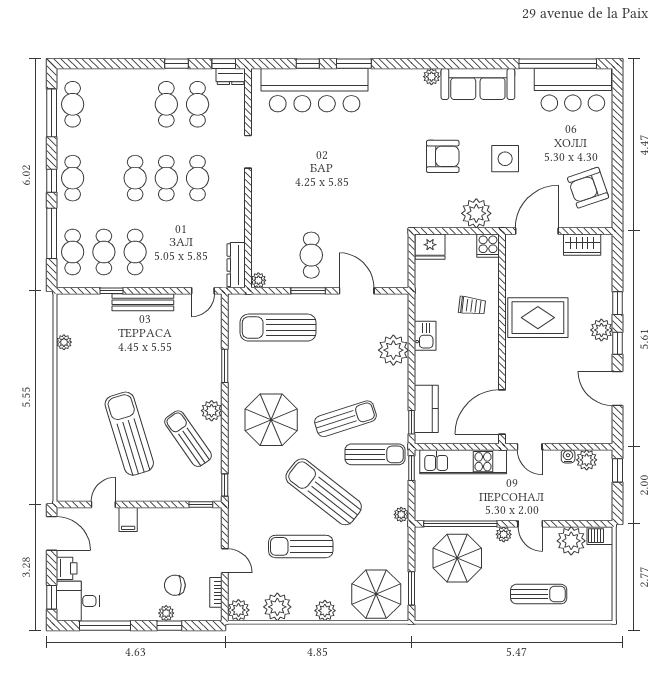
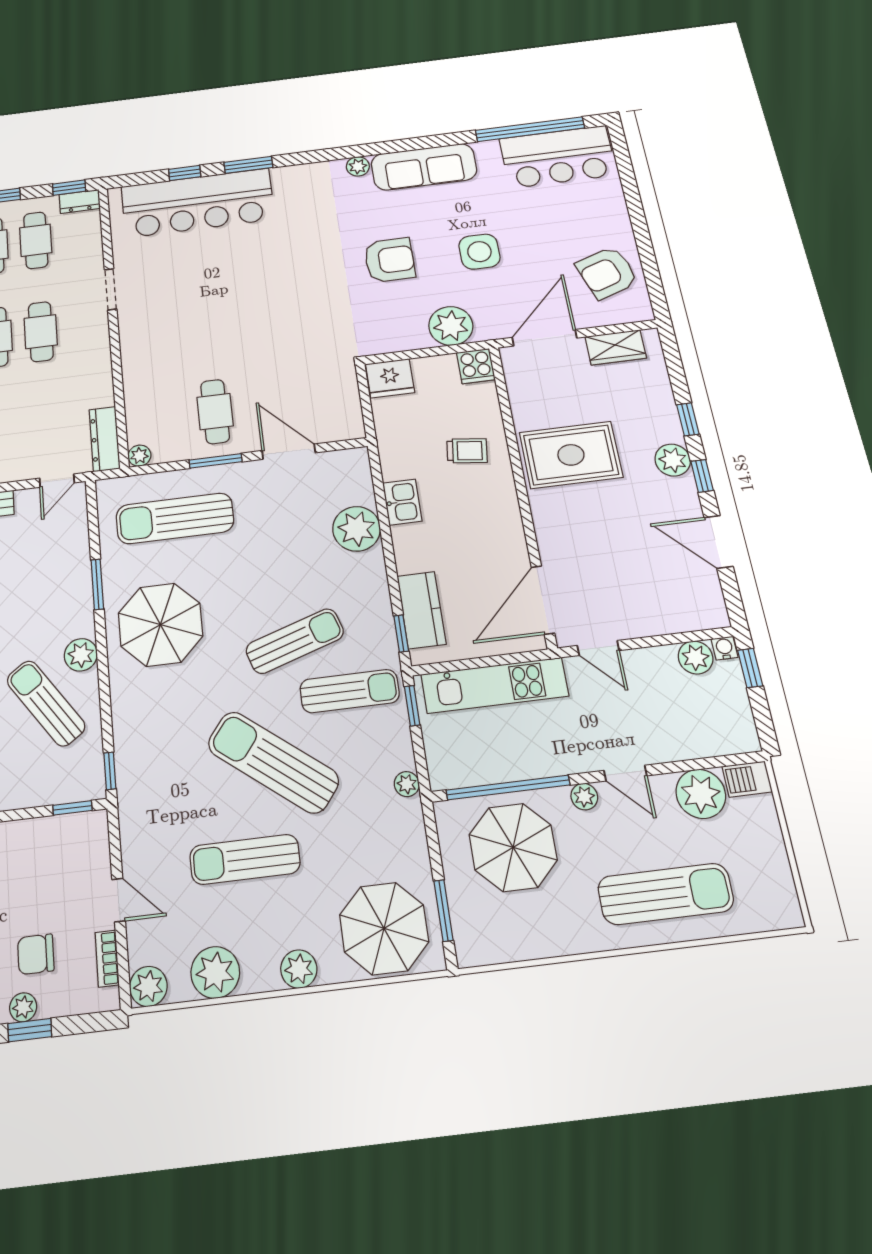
parasol: (271, 420) -> (160, 625), moved
water cooler: (568, 456) -> (725, 648), moved
sun lounger: (539, 594) -> (666, 894), width x1.36, depth x1.34

